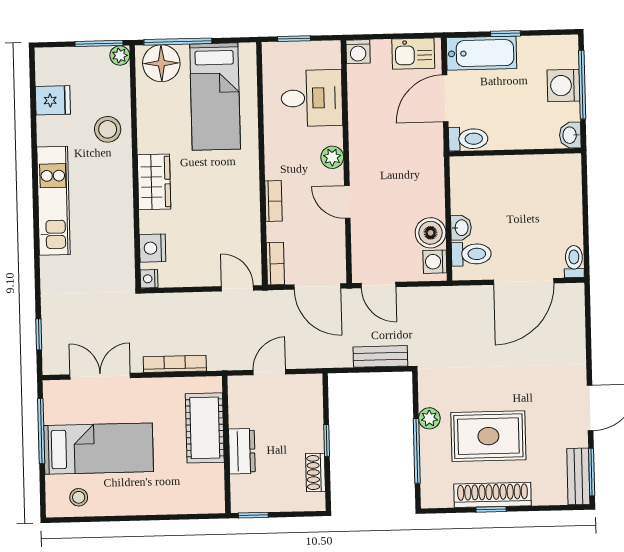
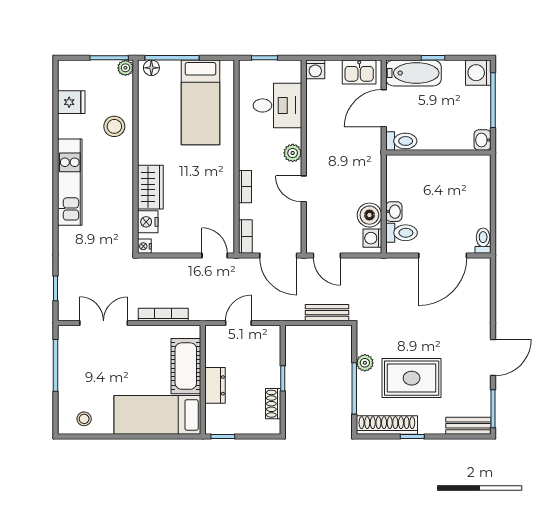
floor lamp: (161, 63) -> (151, 68), width x0.53, depth x0.53
washing machine: (564, 85) -> (478, 73), moved
wardrobe: (154, 182) -> (150, 187), moved
bed: (98, 449) -> (157, 415), moved, turned 180
bench: (578, 476) -> (468, 426), moved, turned 90
shoe rack: (493, 495) -> (387, 425), moved

